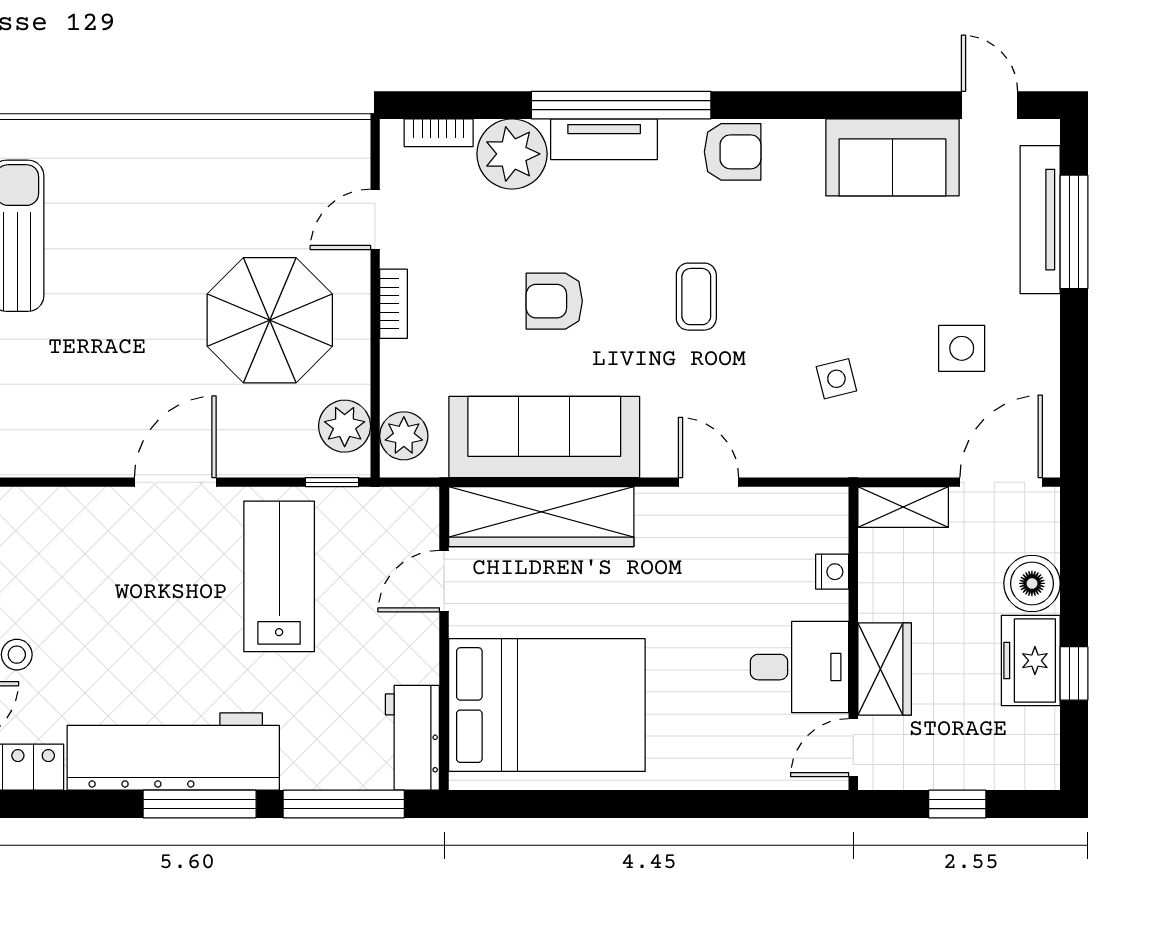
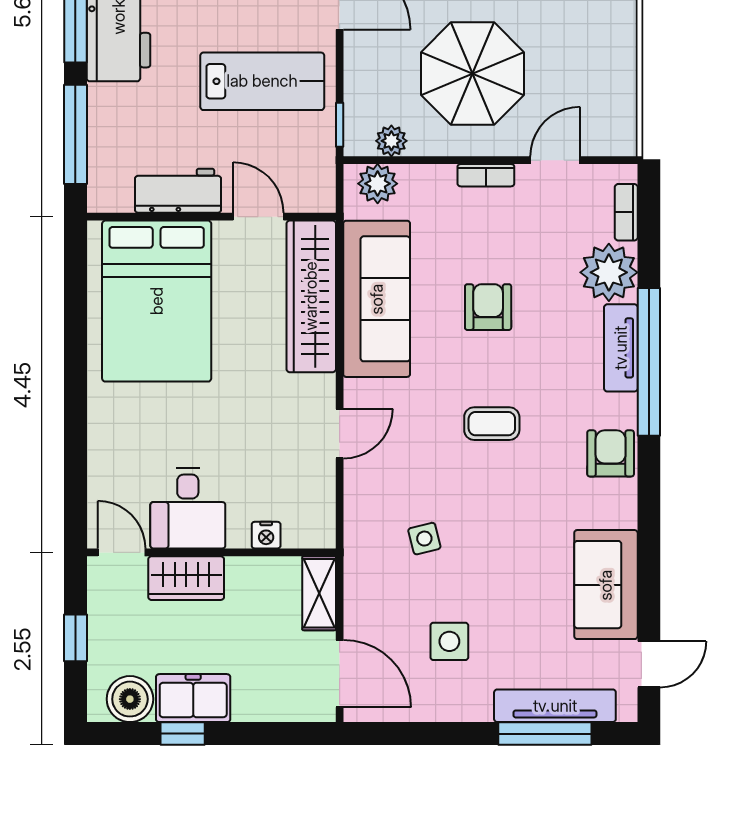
armchair: (733, 152) -> (611, 453), turned 180
door: (375, 219) -> (555, 160), hinge flipped
plant: (345, 426) -> (391, 141), width x0.73, depth x0.73
boiler: (1032, 583) -> (130, 699), moved
workbench: (412, 738) -> (178, 191), moved

